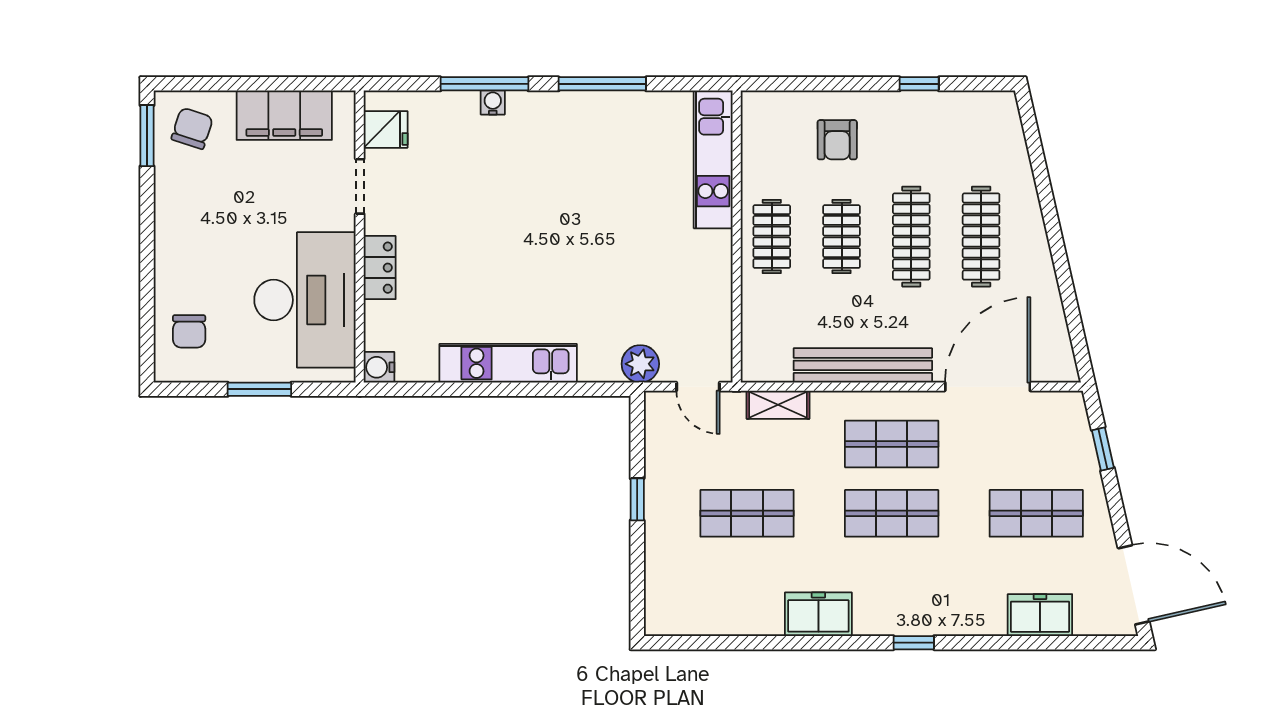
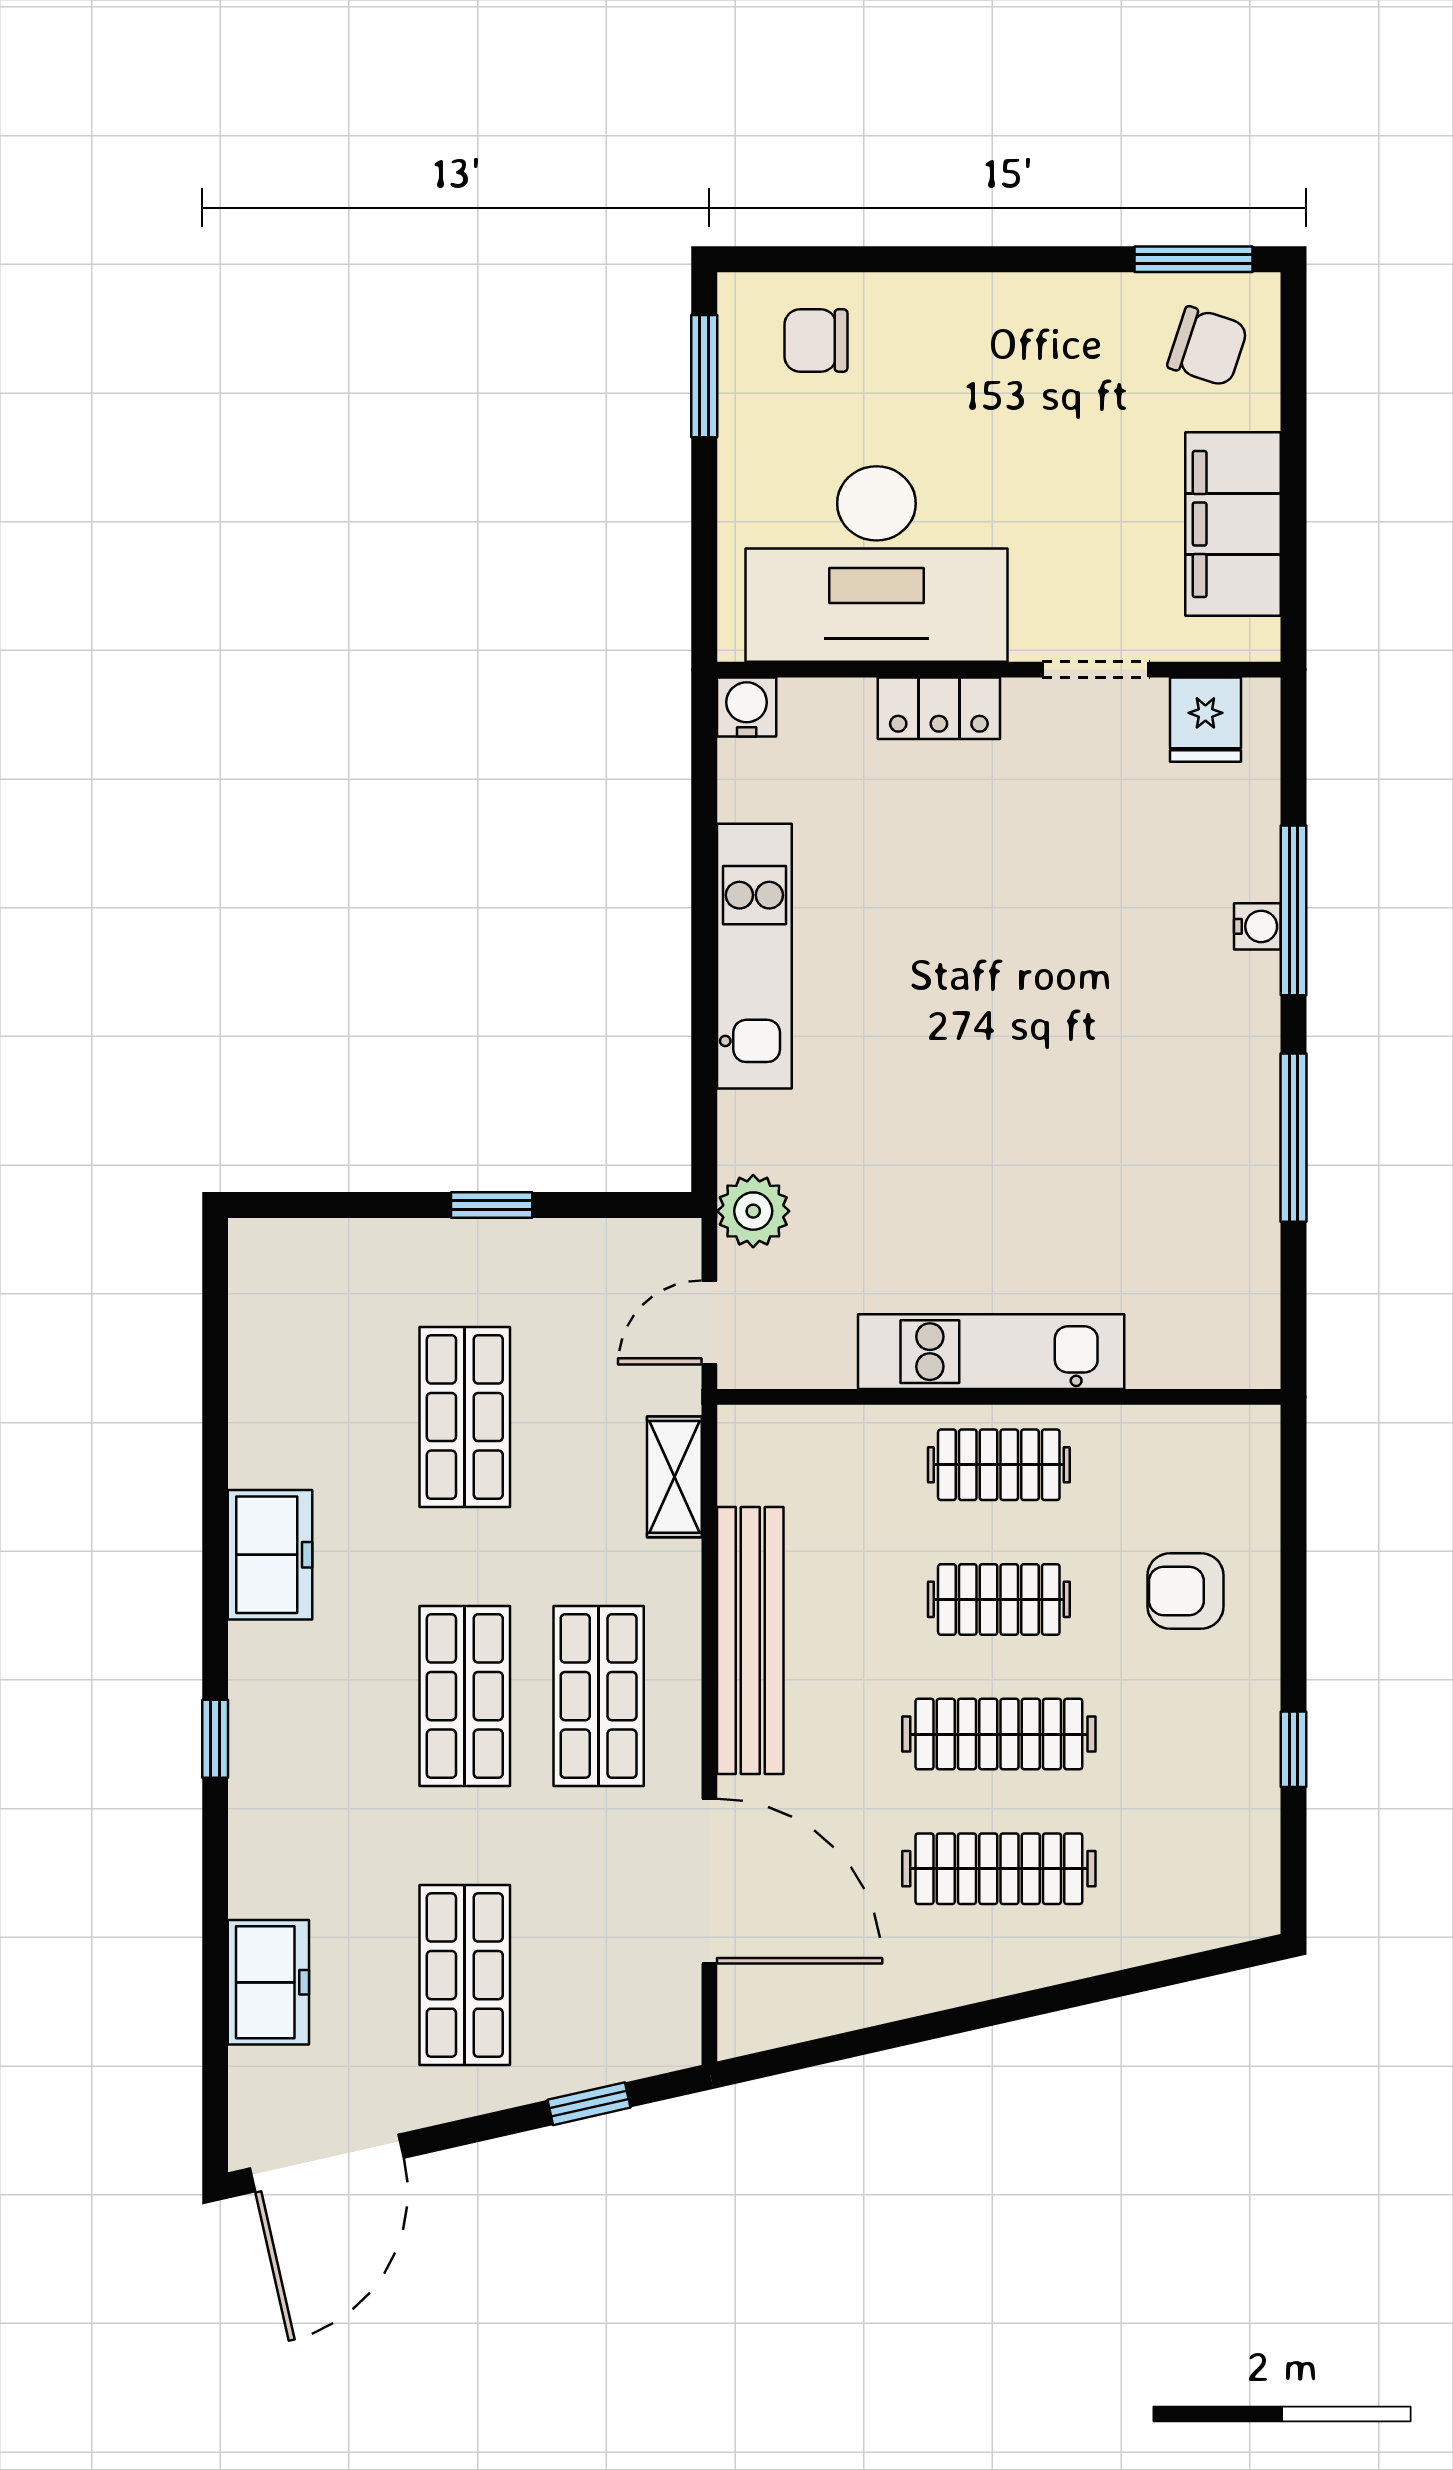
kitchen unit: (713, 159) -> (991, 1352), moved
window: (259, 389) -> (704, 376), moved

